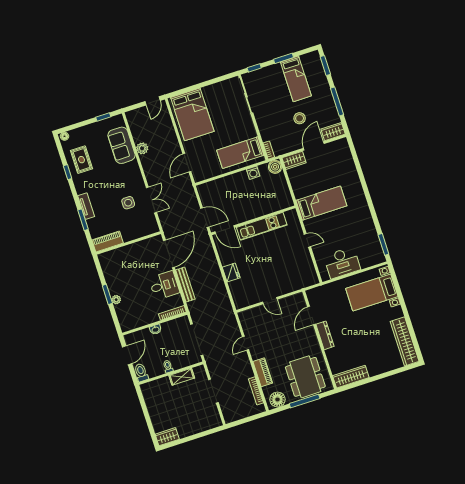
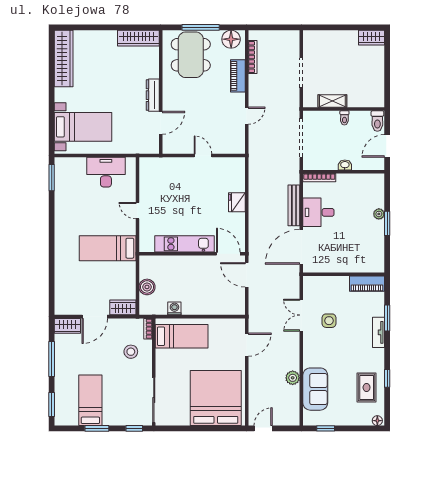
bed: (192, 114) -> (216, 398), width x1.36
stool: (300, 118) -> (131, 352), moved
boiler: (275, 167) -> (147, 287), moved

